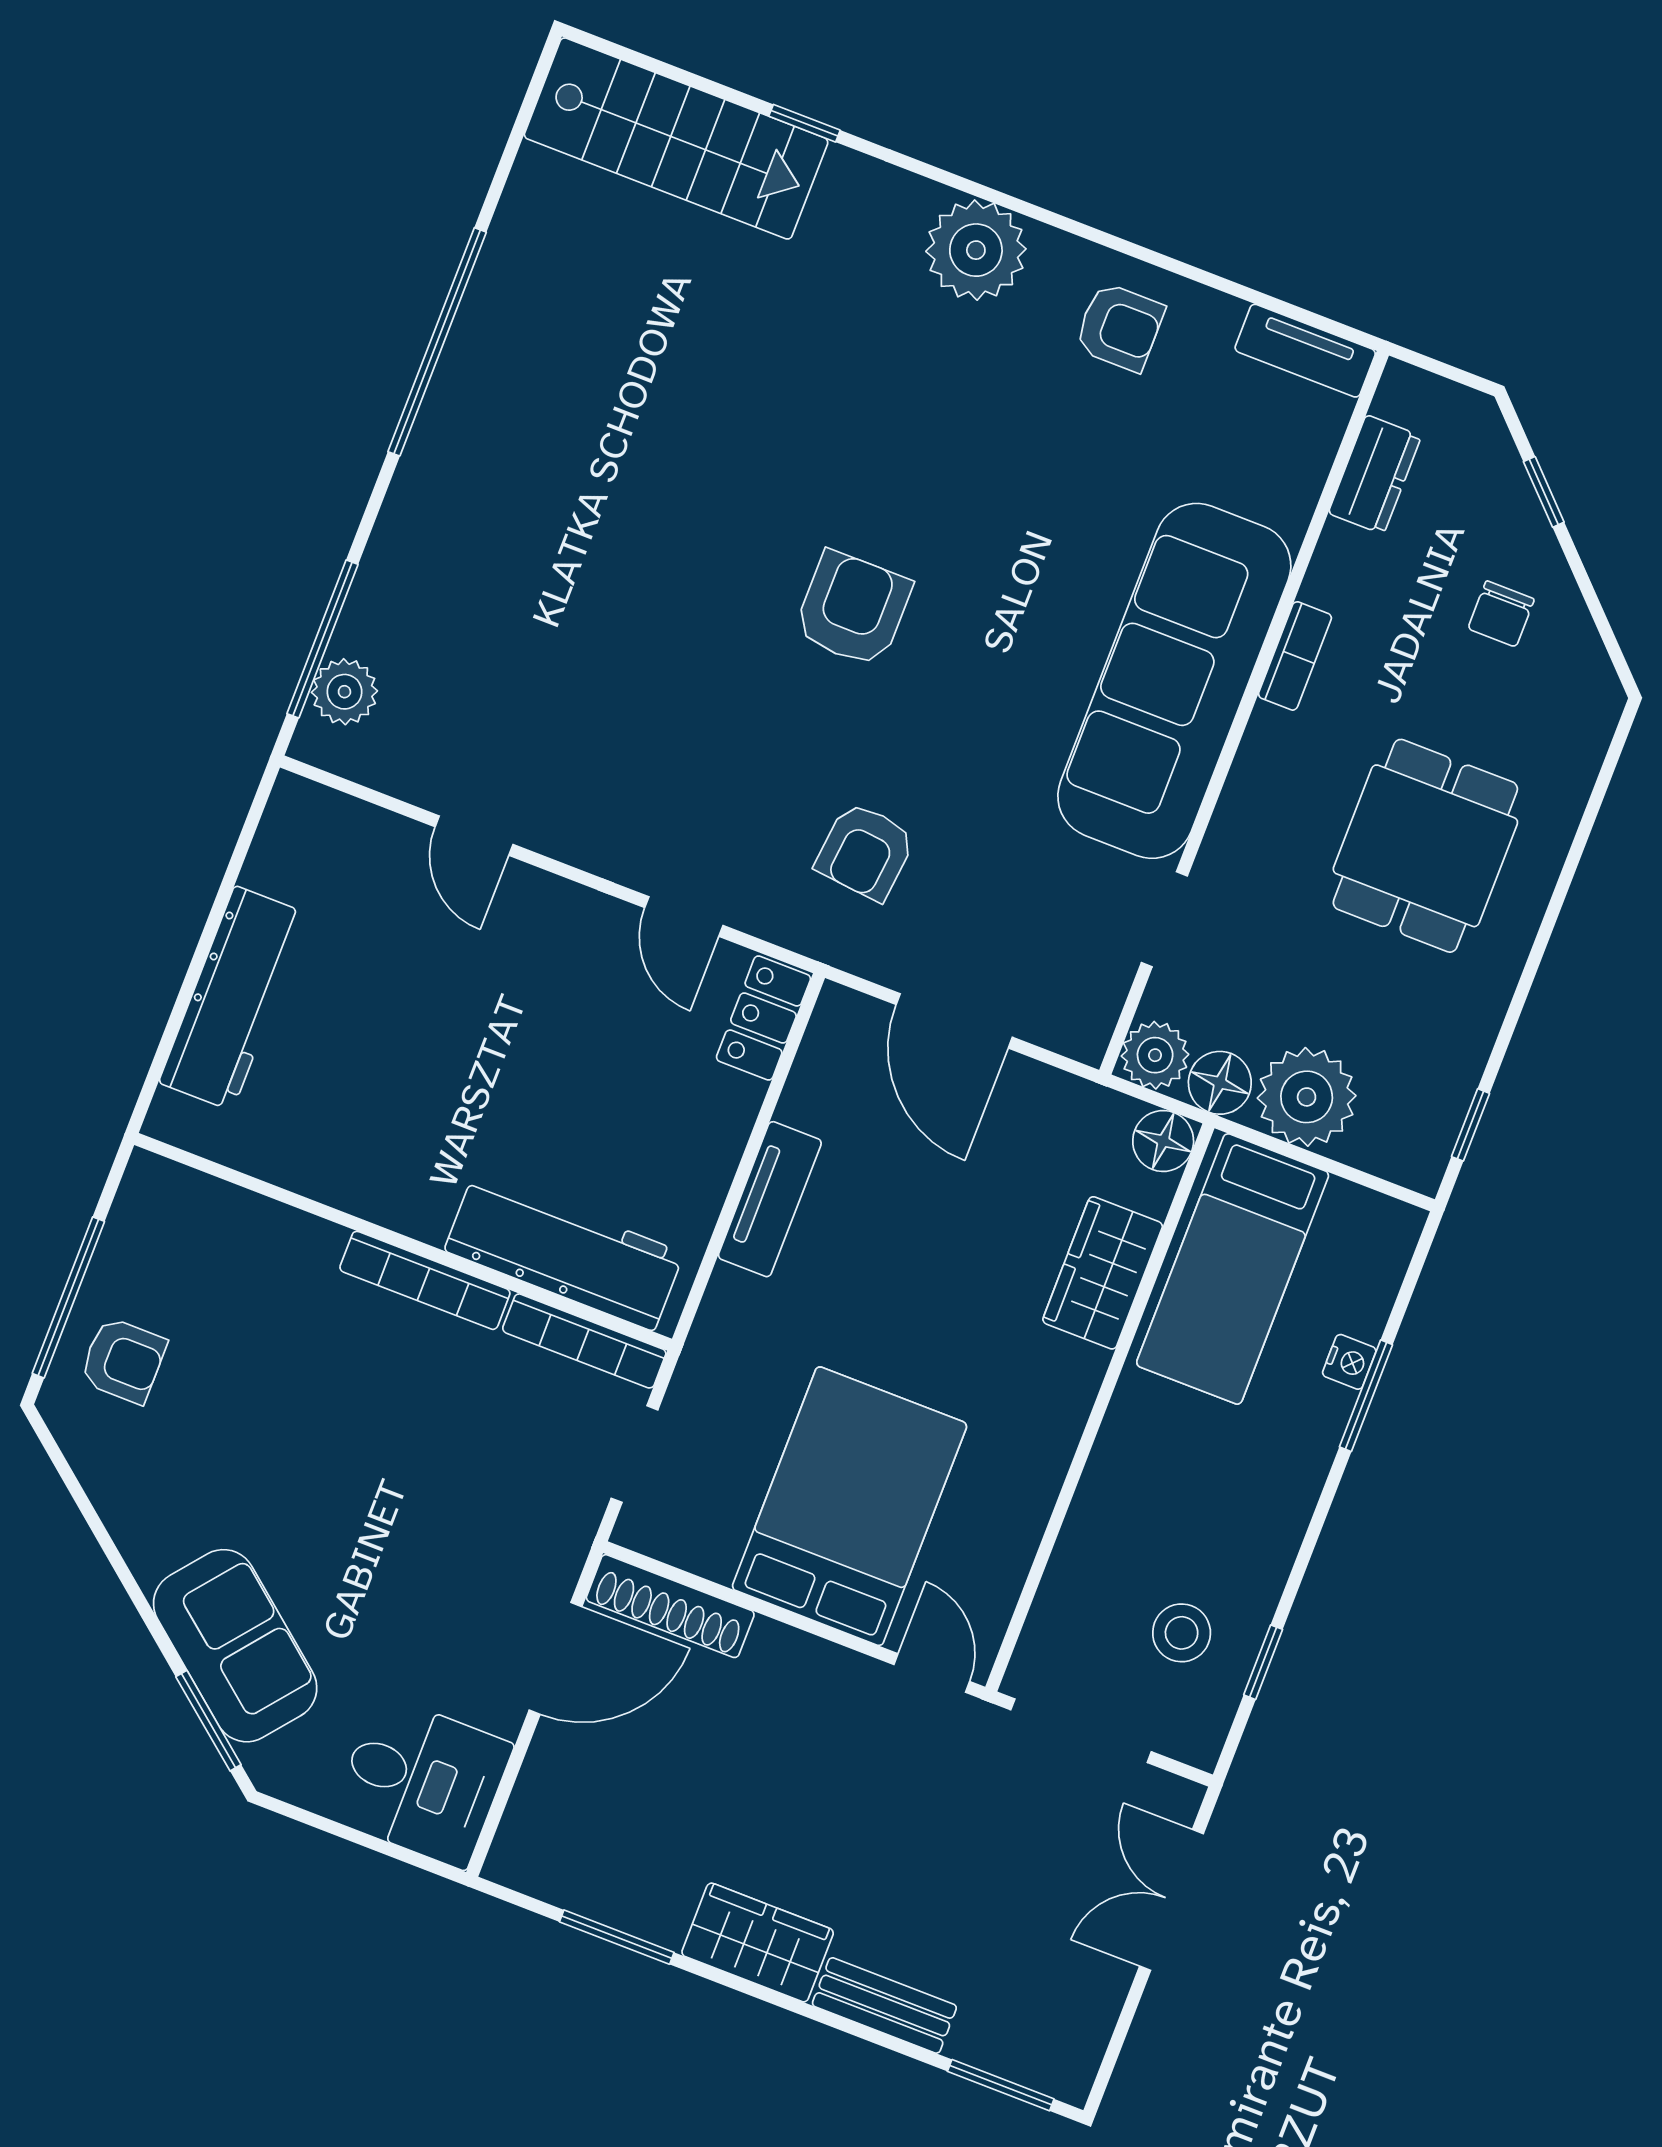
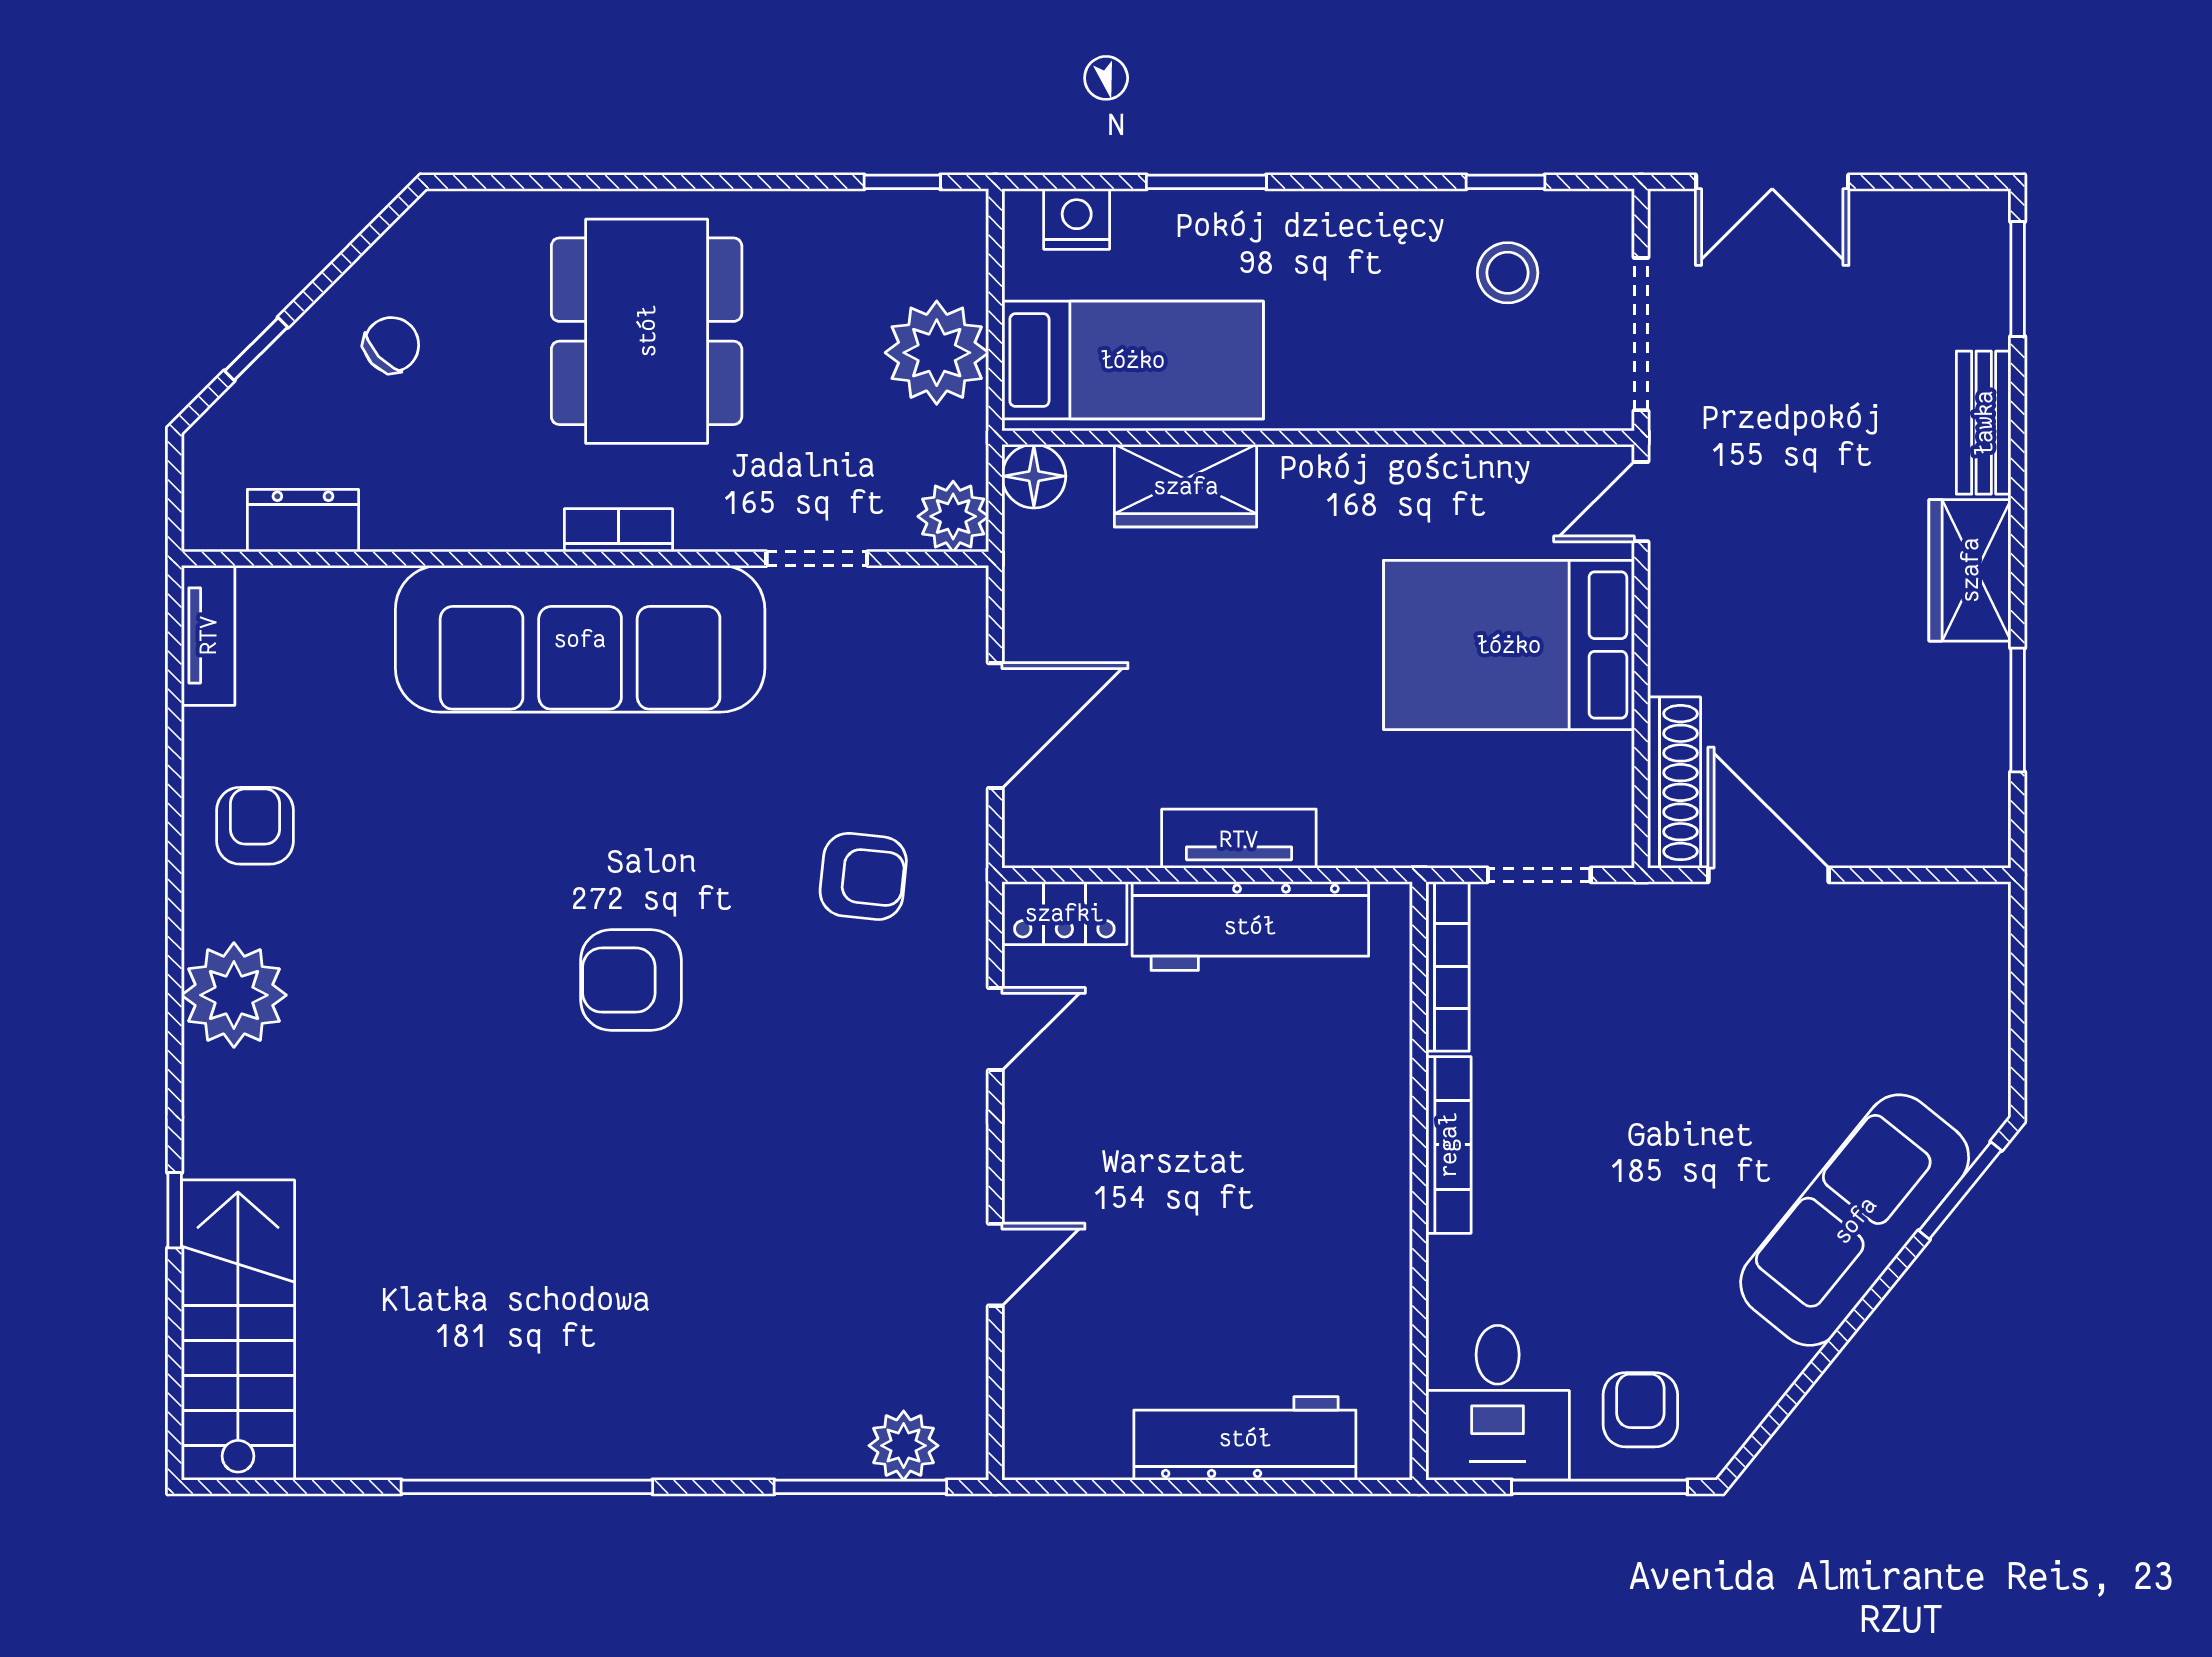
chair: (1501, 614) -> (391, 345), turned -43
bookcase: (1295, 656) -> (618, 530), moved
dining table: (1425, 846) -> (647, 331), width x1.38
floor lamp: (1220, 1083) -> (956, 443), removed
workbench: (564, 1252) -> (1250, 926), moved, turned -90
nightstand: (1349, 1362) -> (1077, 219), moved, width x1.39, depth x1.35
sofa: (235, 1646) -> (1855, 1220), width x1.36
desk: (422, 1782) -> (1498, 1403), moved, turned 180

